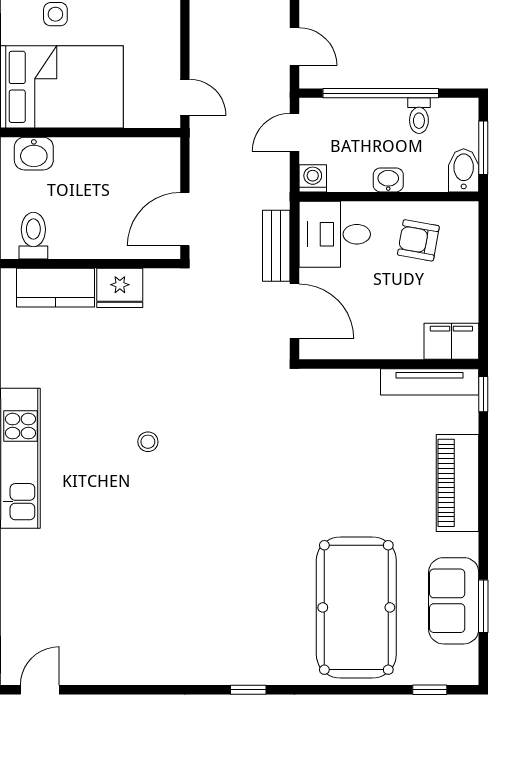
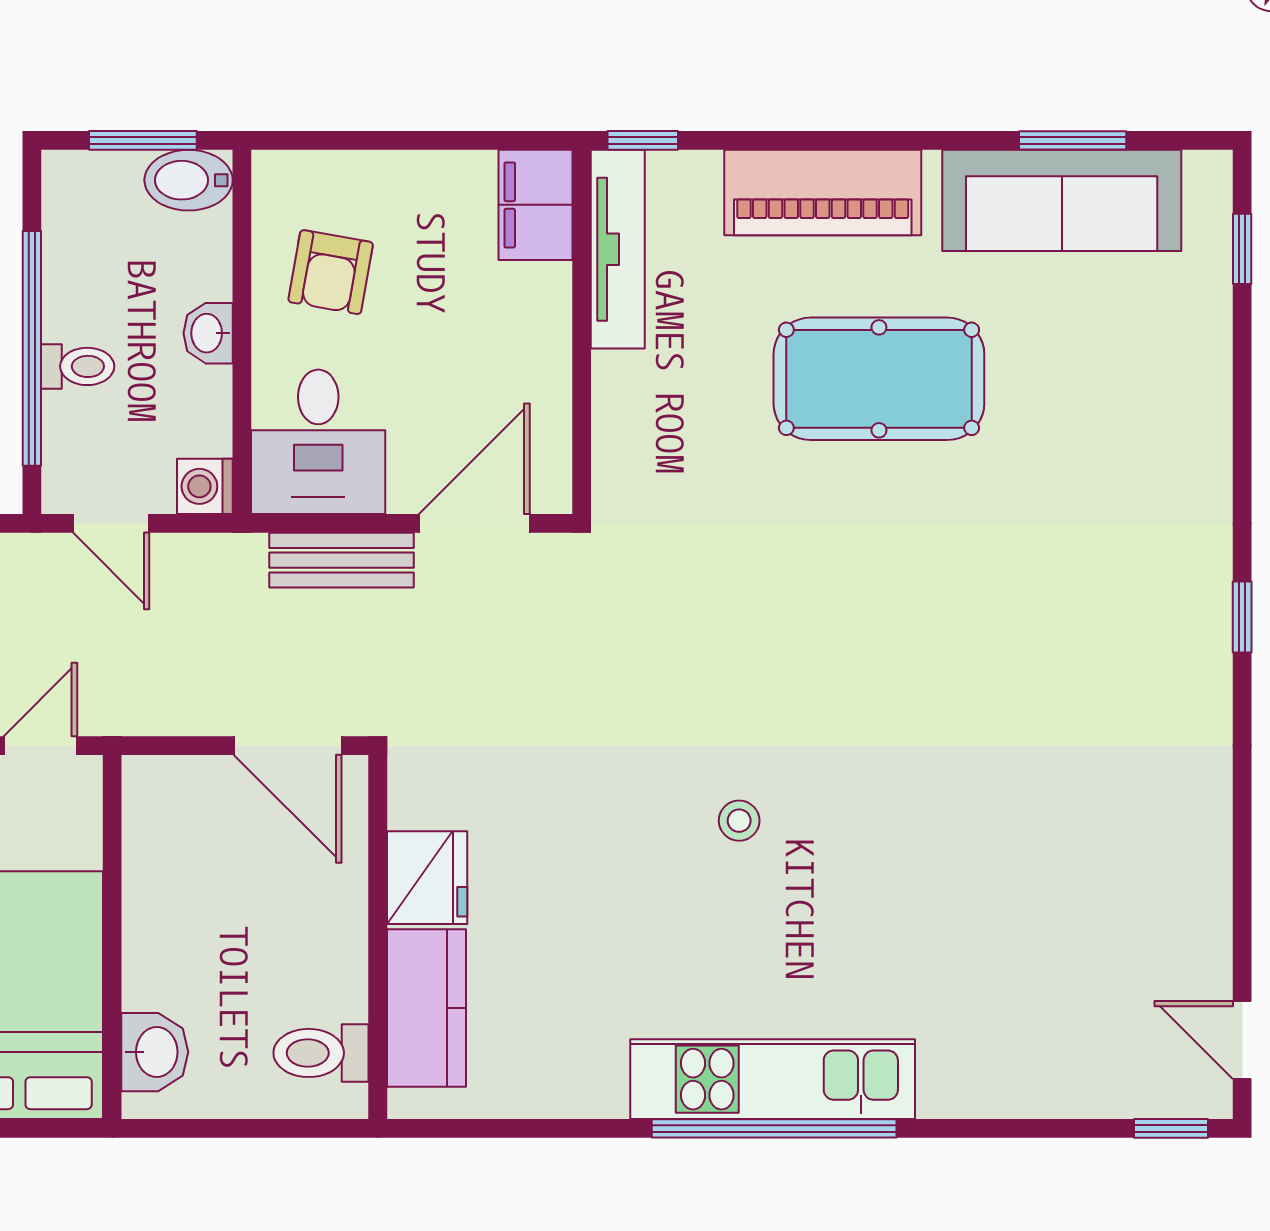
toilet: (419, 116) -> (78, 366), moved
sofa: (454, 601) -> (1062, 200), width x1.36
pool table: (356, 607) -> (879, 379), moved, width x0.73, depth x0.76

